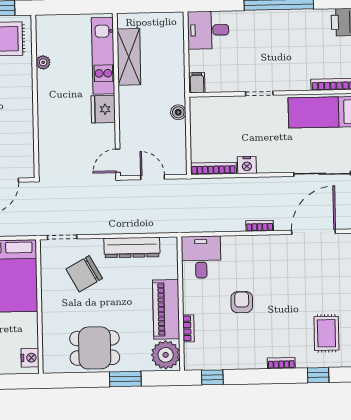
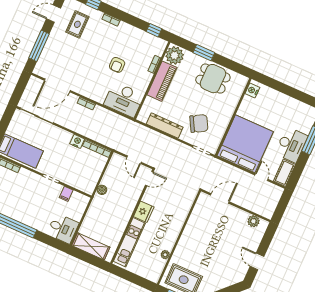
shelving: (129, 57) -> (91, 246), moved, turned 90
filing cabinet: (197, 83) -> (66, 194), moved
desk: (201, 257) -> (124, 100), width x1.37

